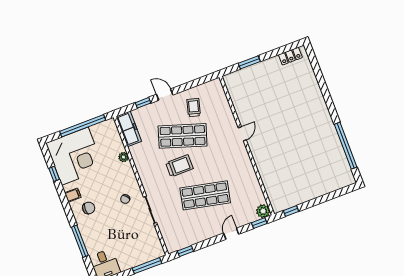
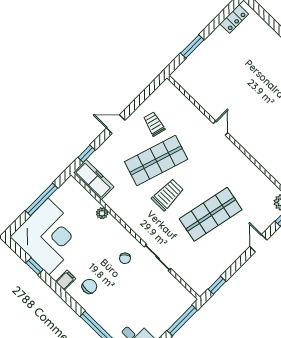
window: (143, 103) -> (87, 154), moved
window: (83, 126) -> (42, 199), width x0.68

